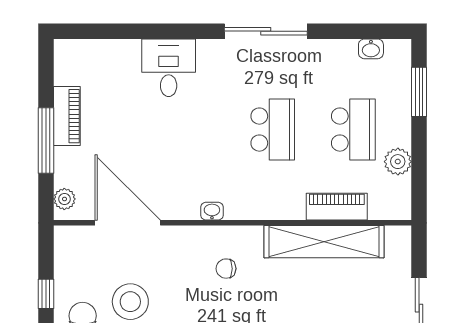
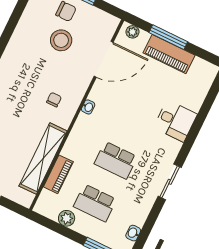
sliding door: (266, 31) -> (170, 182), width x0.73
piano: (67, 116) -> (169, 54), width x1.37, depth x1.33

